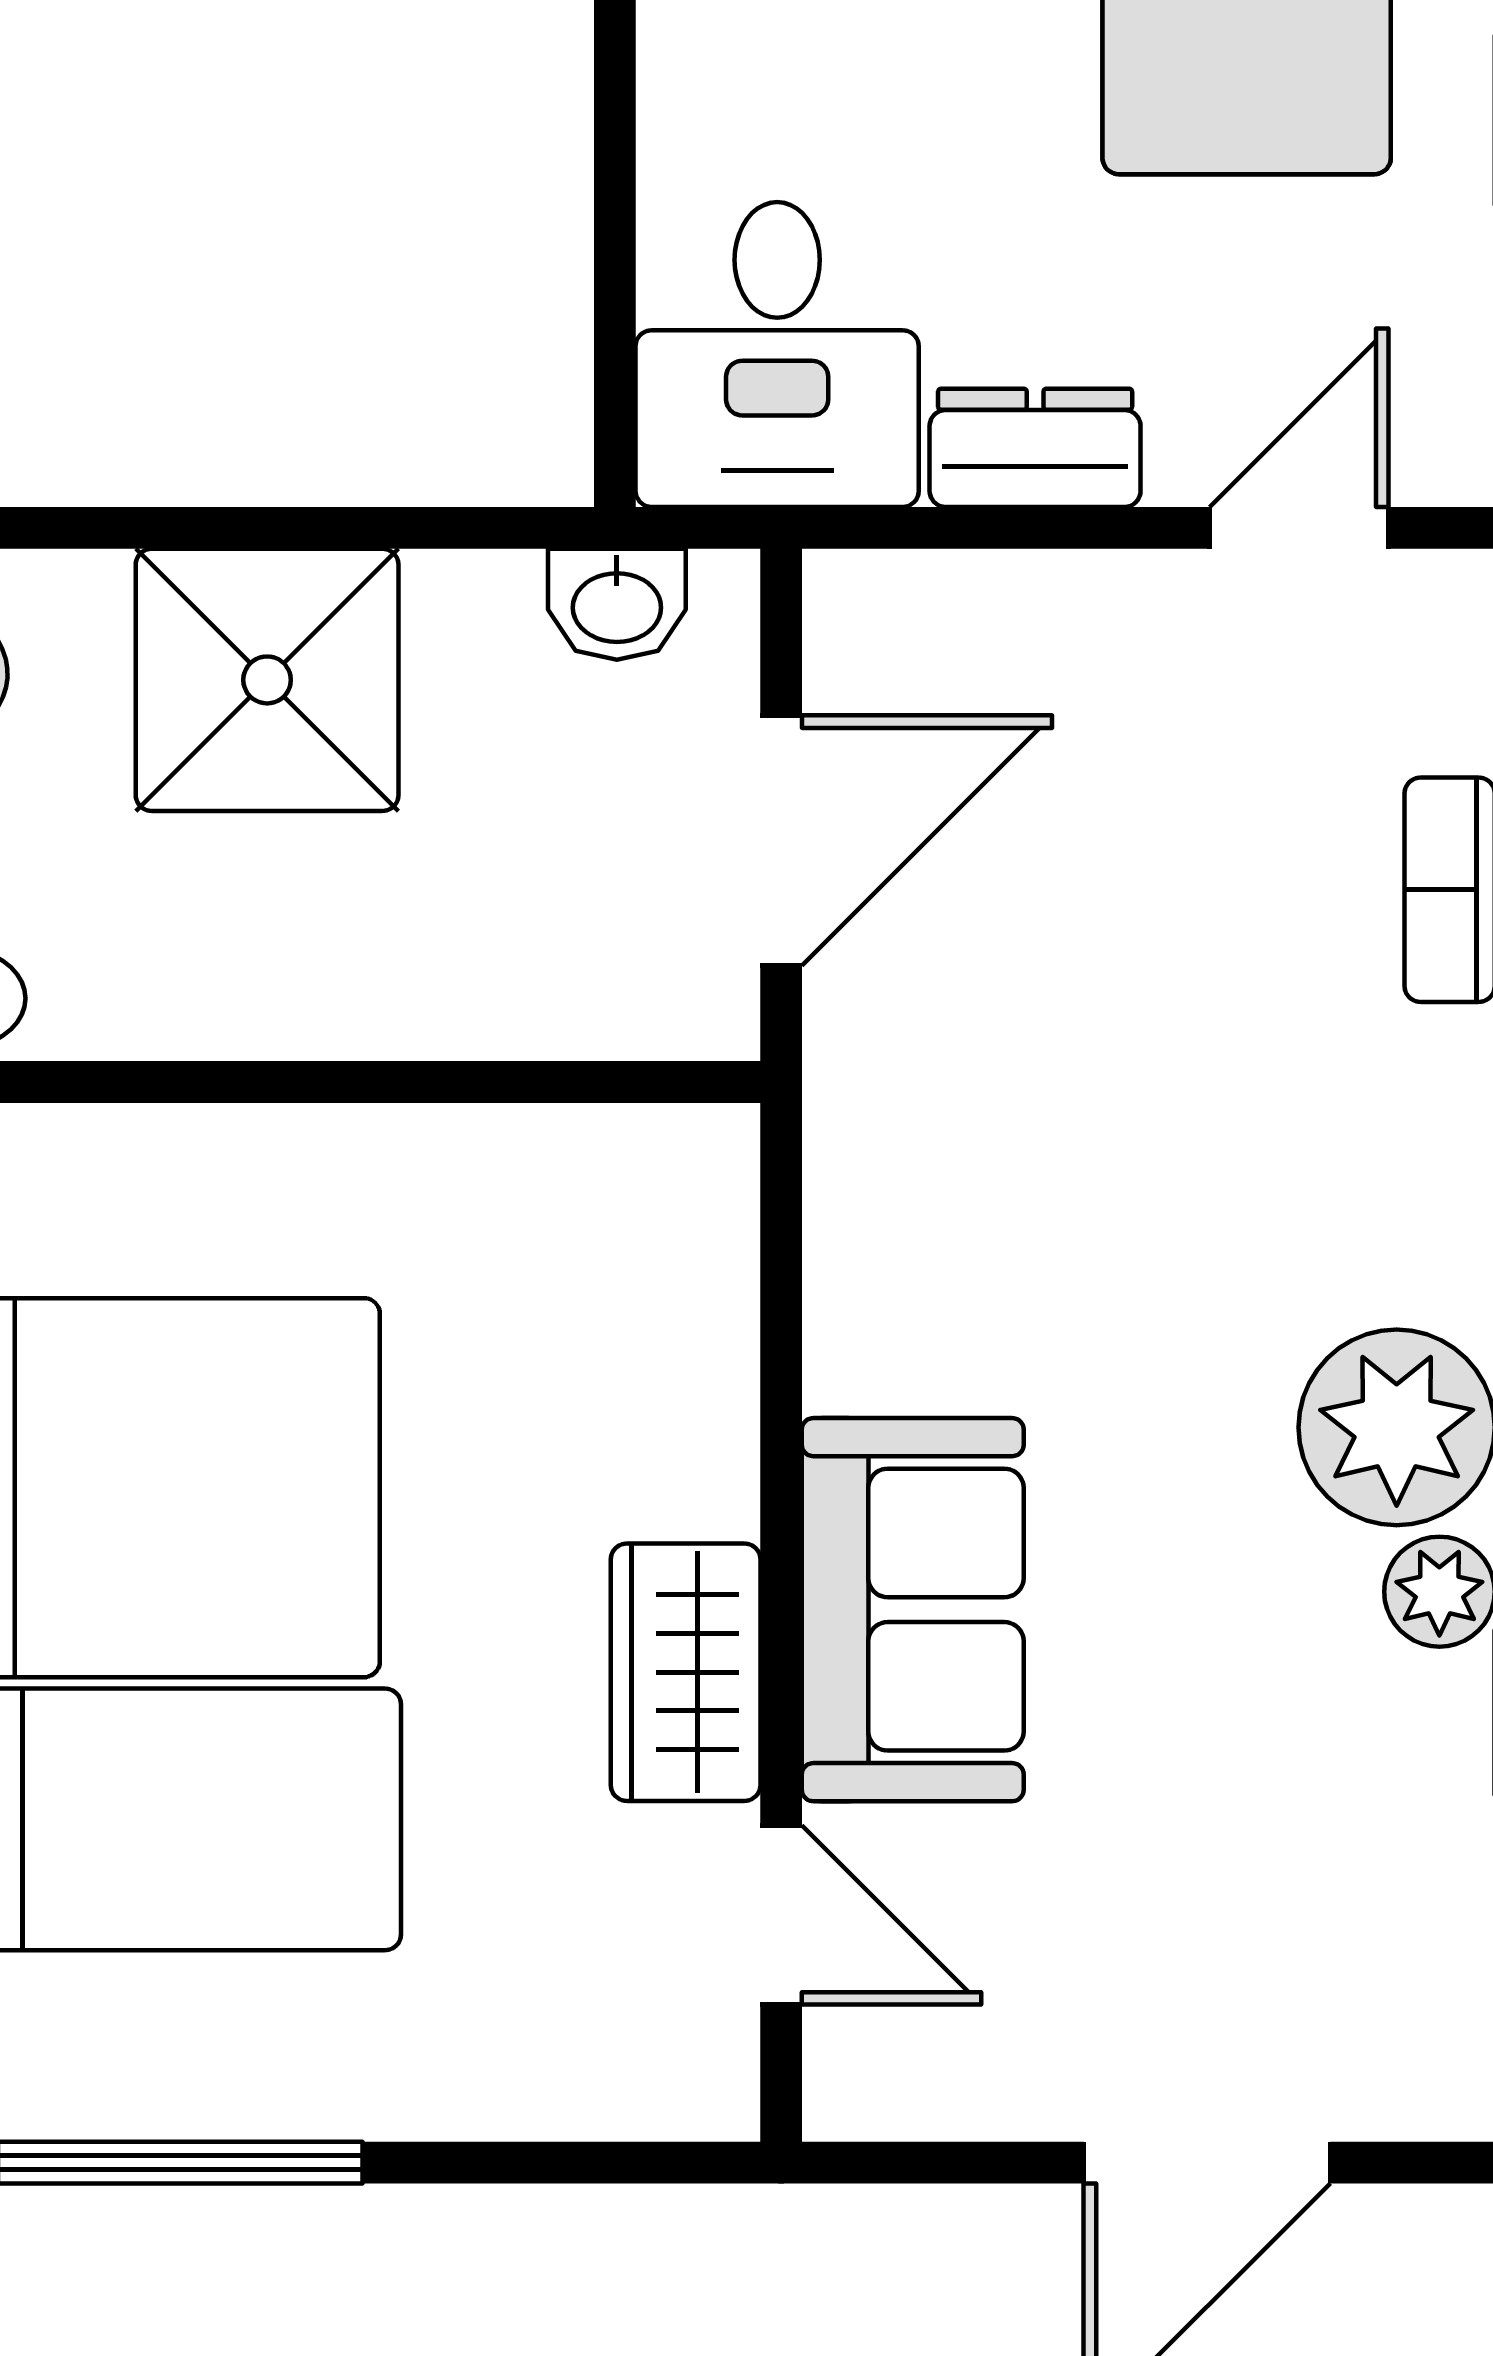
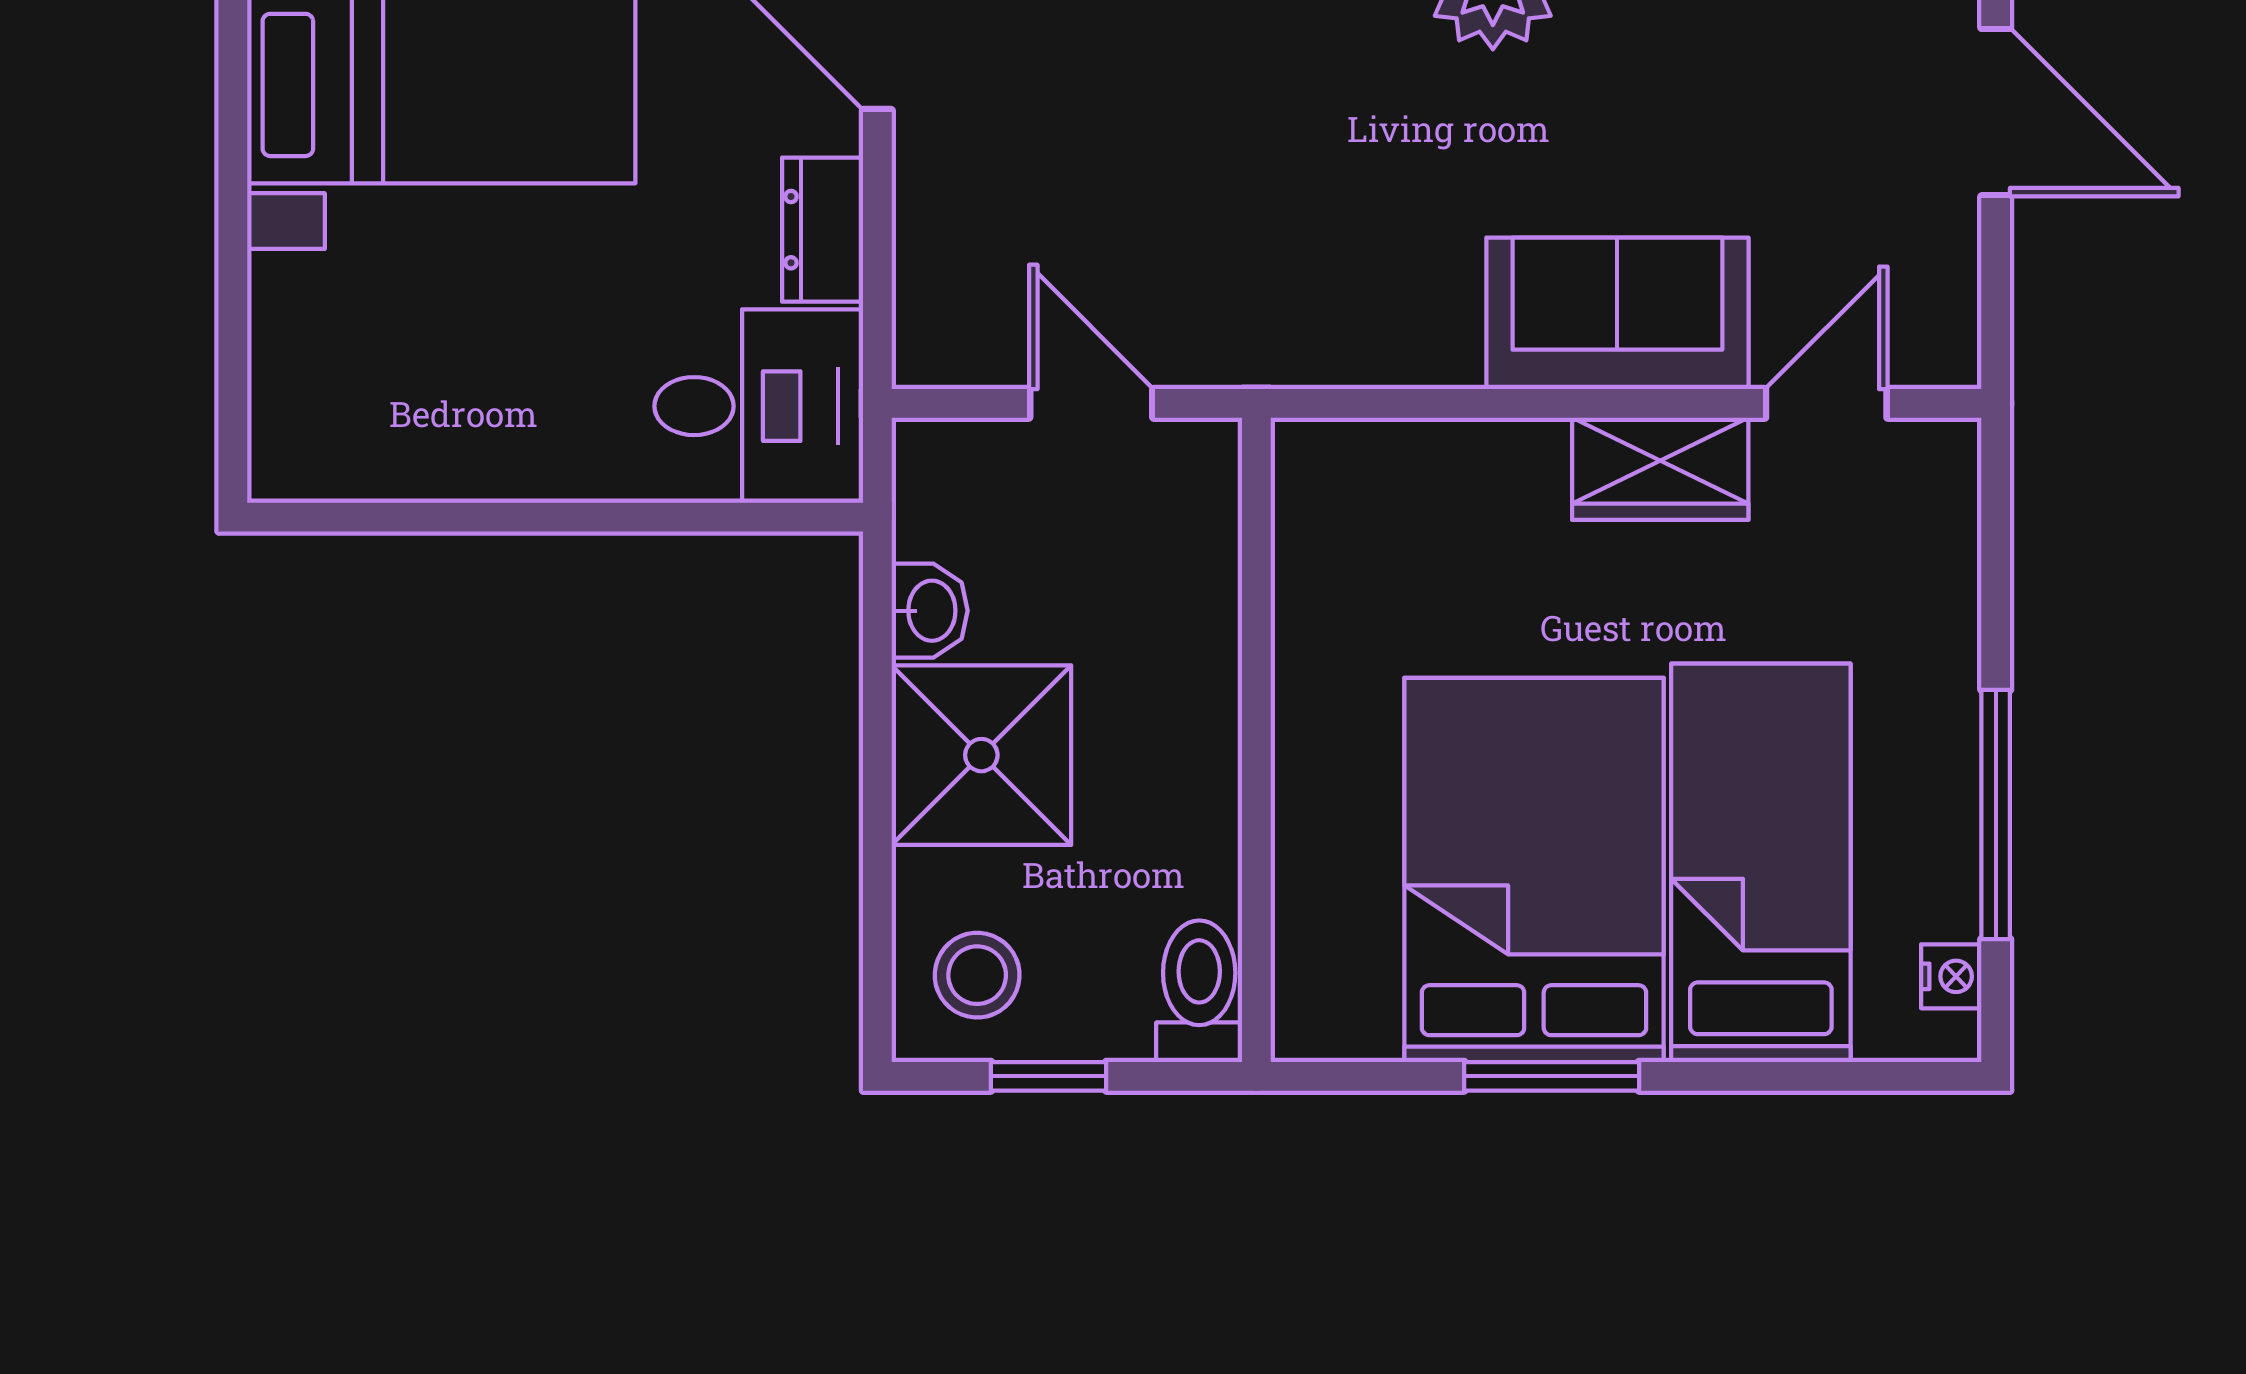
washbasin: (617, 604) -> (930, 611), moved
door: (781, 841) -> (1091, 403), width x0.73

